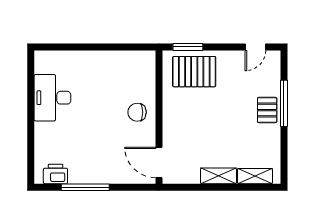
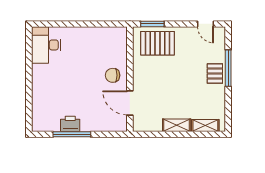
door: (255, 47) -> (206, 24), hinge flipped
desk: (52, 98) -> (46, 45), moved
door: (159, 162) -> (130, 103), moved
printer: (55, 174) -> (70, 124), moved

